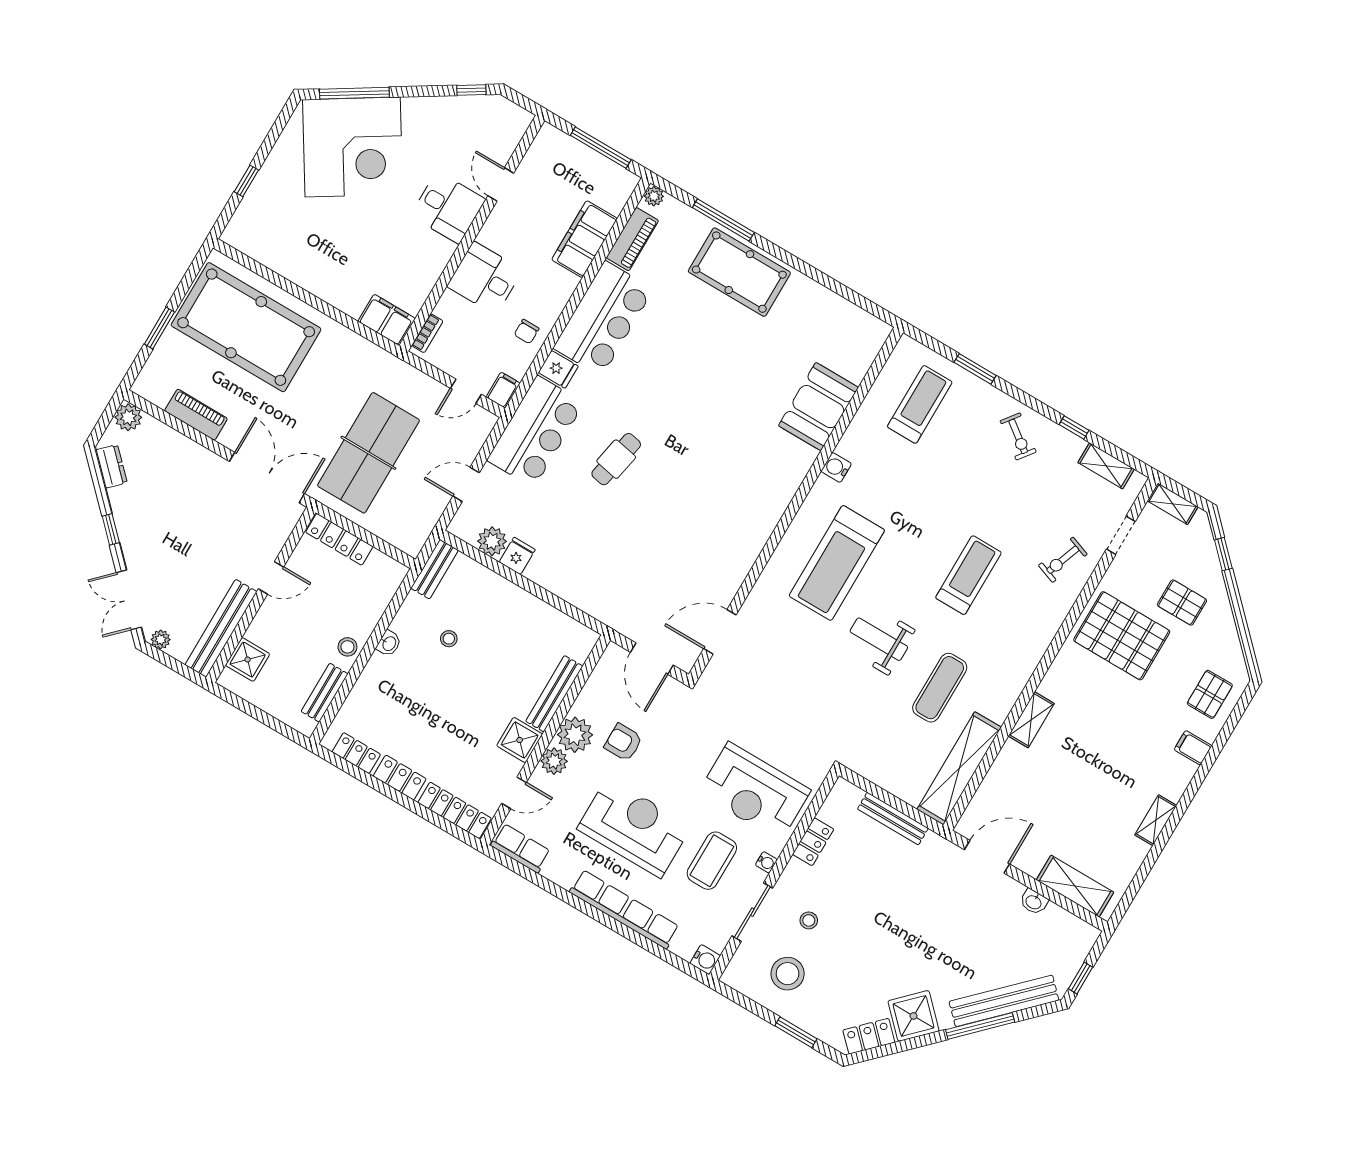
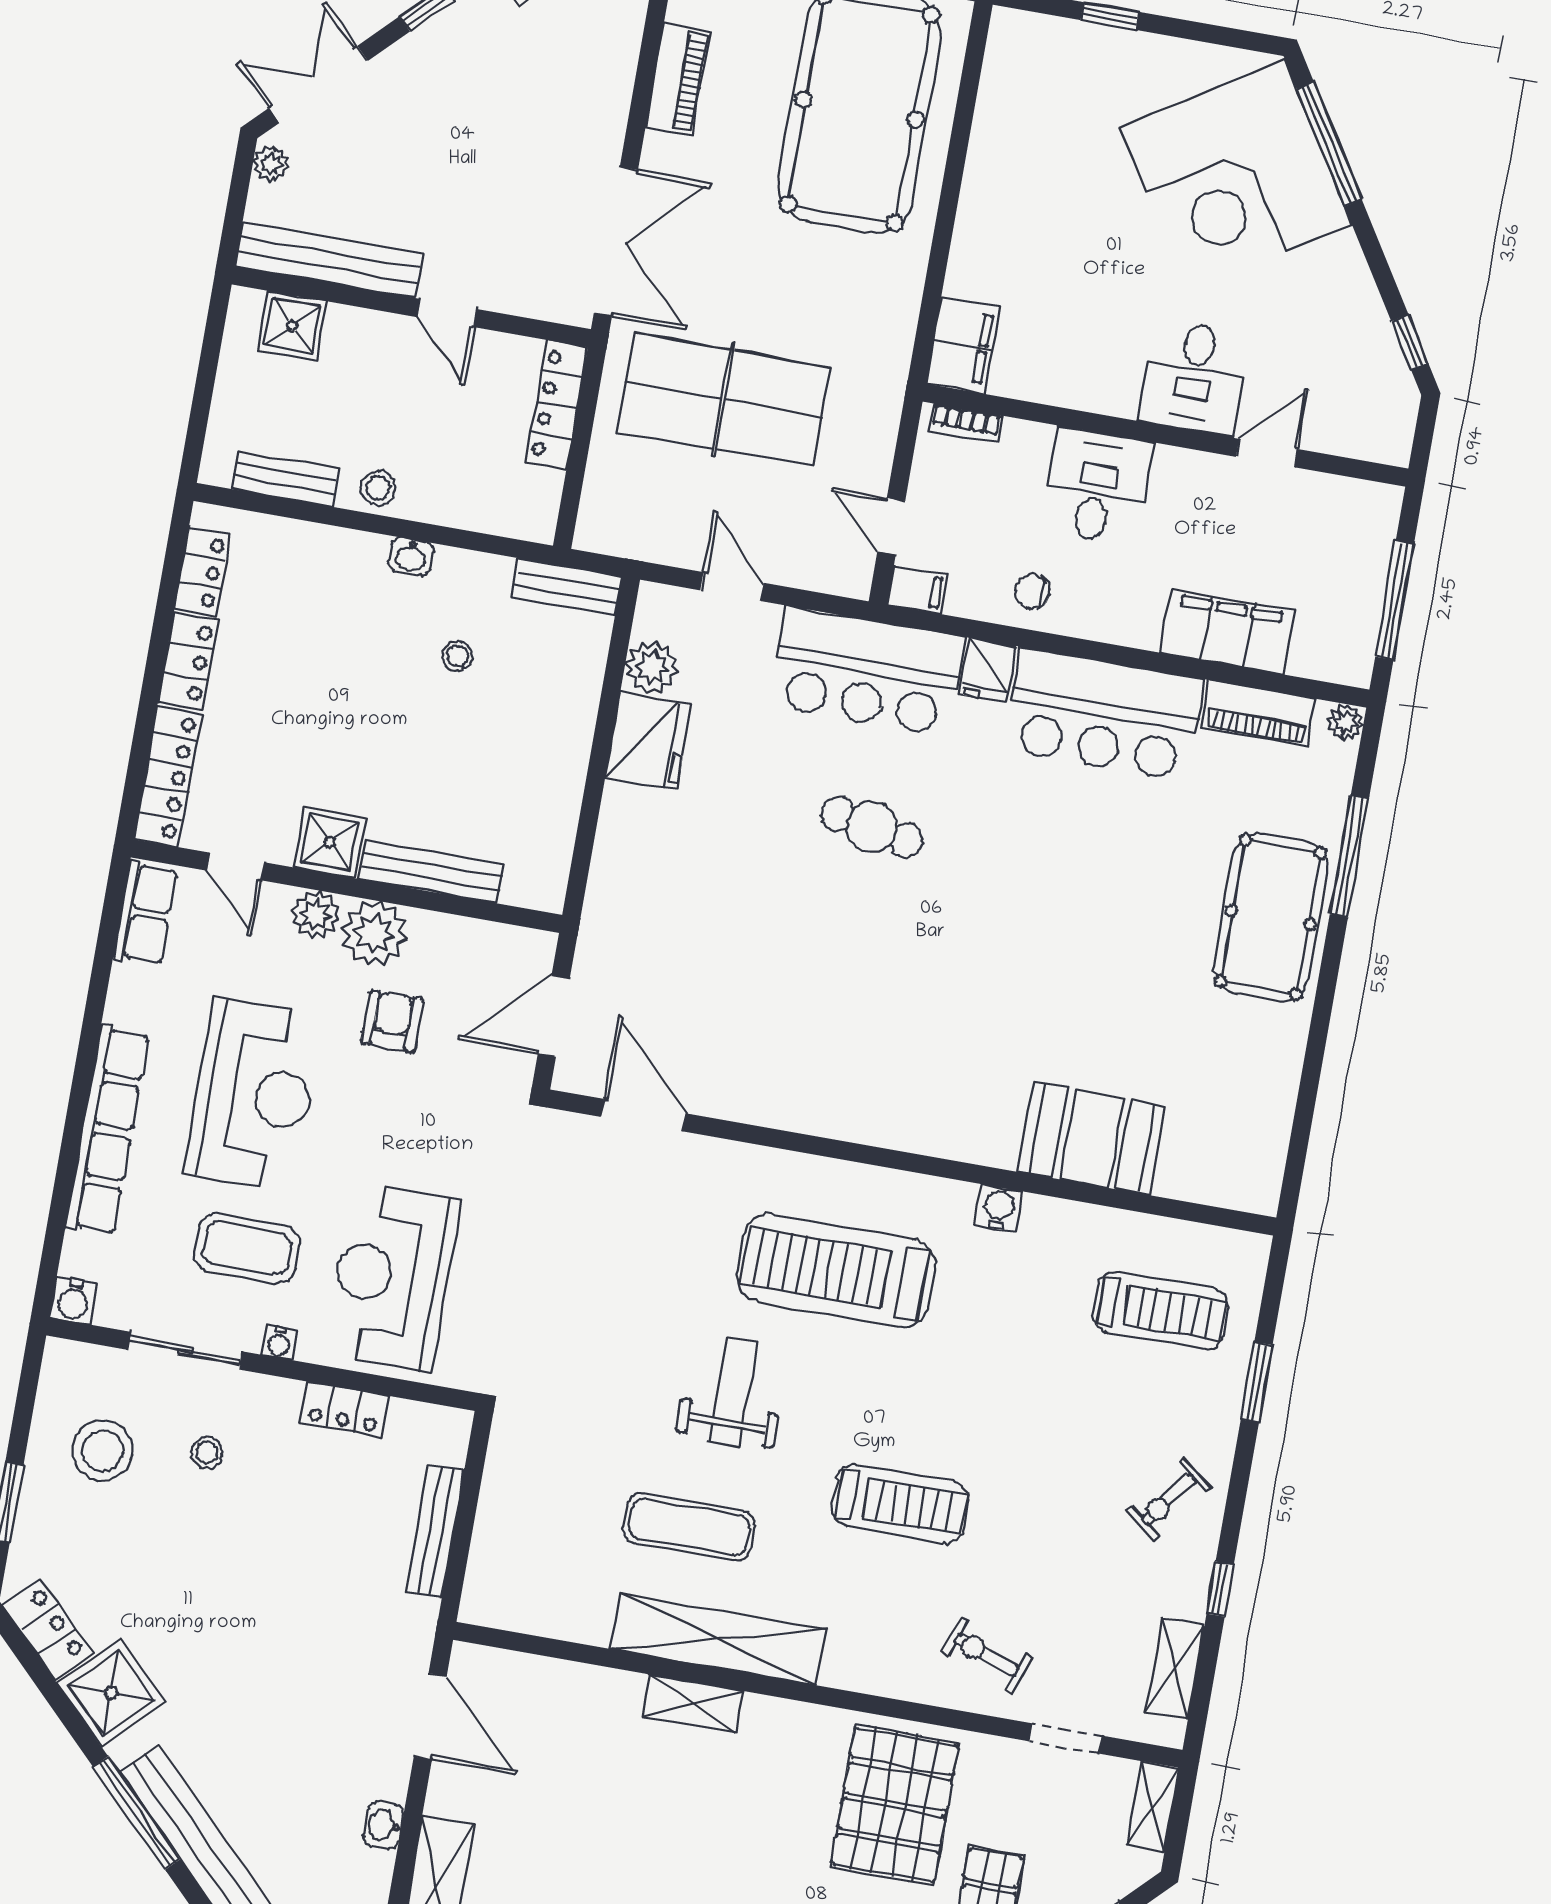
fridge: (517, 556) -> (648, 741), width x1.88, depth x1.34
shelving: (959, 768) -> (719, 1639), moved

